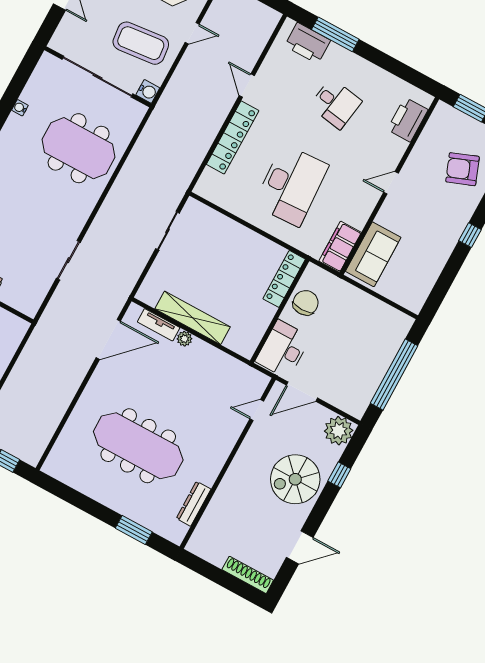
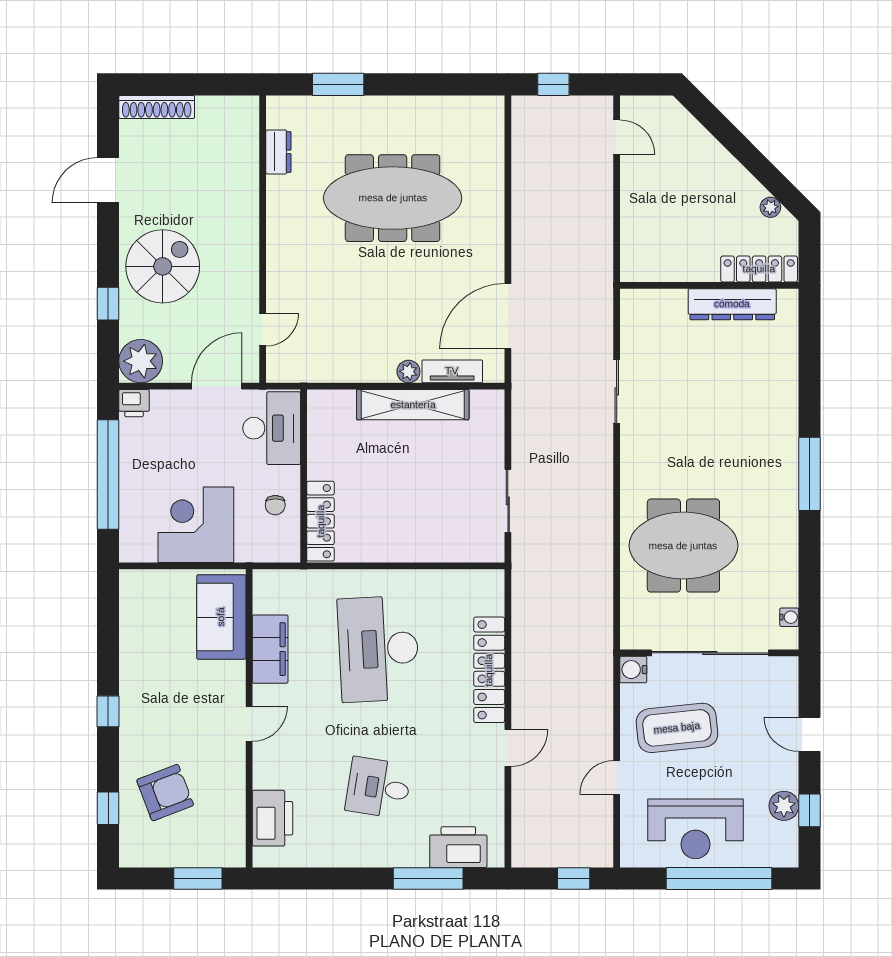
door: (247, 86) -> (508, 748), hinge flipped
water cooler: (20, 108) -> (789, 617), moved
filing cabinet: (340, 247) -> (270, 649), moved
chair: (306, 303) -> (275, 505), width x0.54, depth x0.54
corner desk: (359, 317) -> (196, 525), added
printer: (356, 408) -> (134, 403), added
dresser: (194, 504) -> (278, 152), width x0.70

